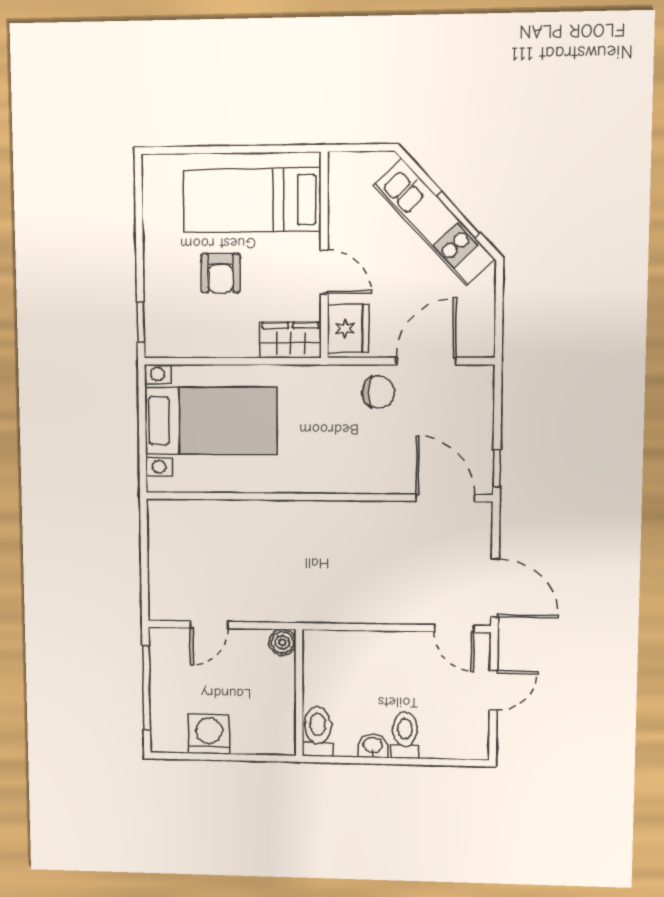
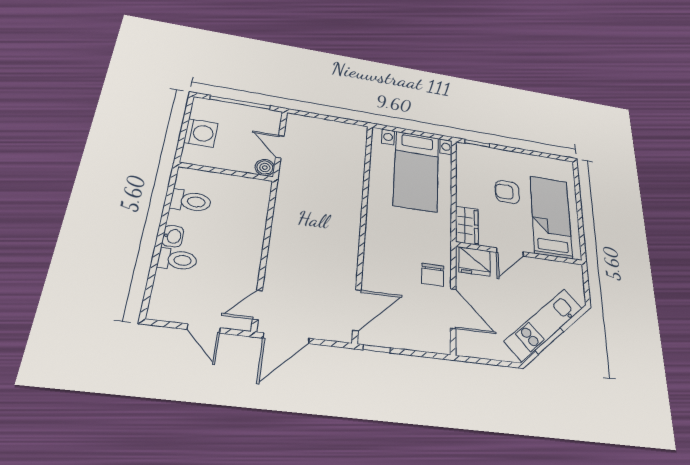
boiler: (282, 642) -> (265, 168), moved
wall: (299, 693) -> (226, 172), moved

